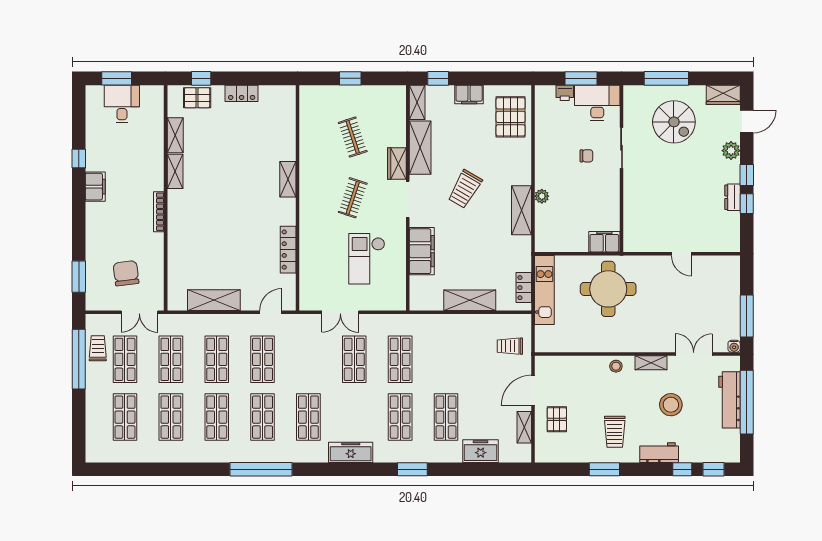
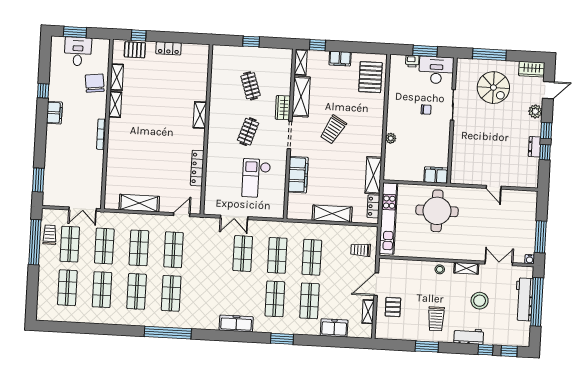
shelving: (522, 210) -> (373, 175), moved
chair: (126, 273) -> (95, 83), moved
kitchen unit: (544, 290) -> (388, 218), width x1.36
shop shelf: (308, 417) -> (312, 257), moved

